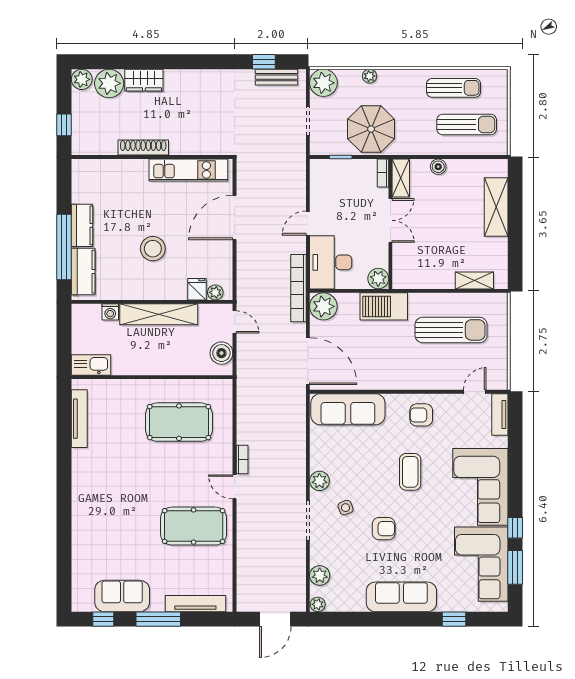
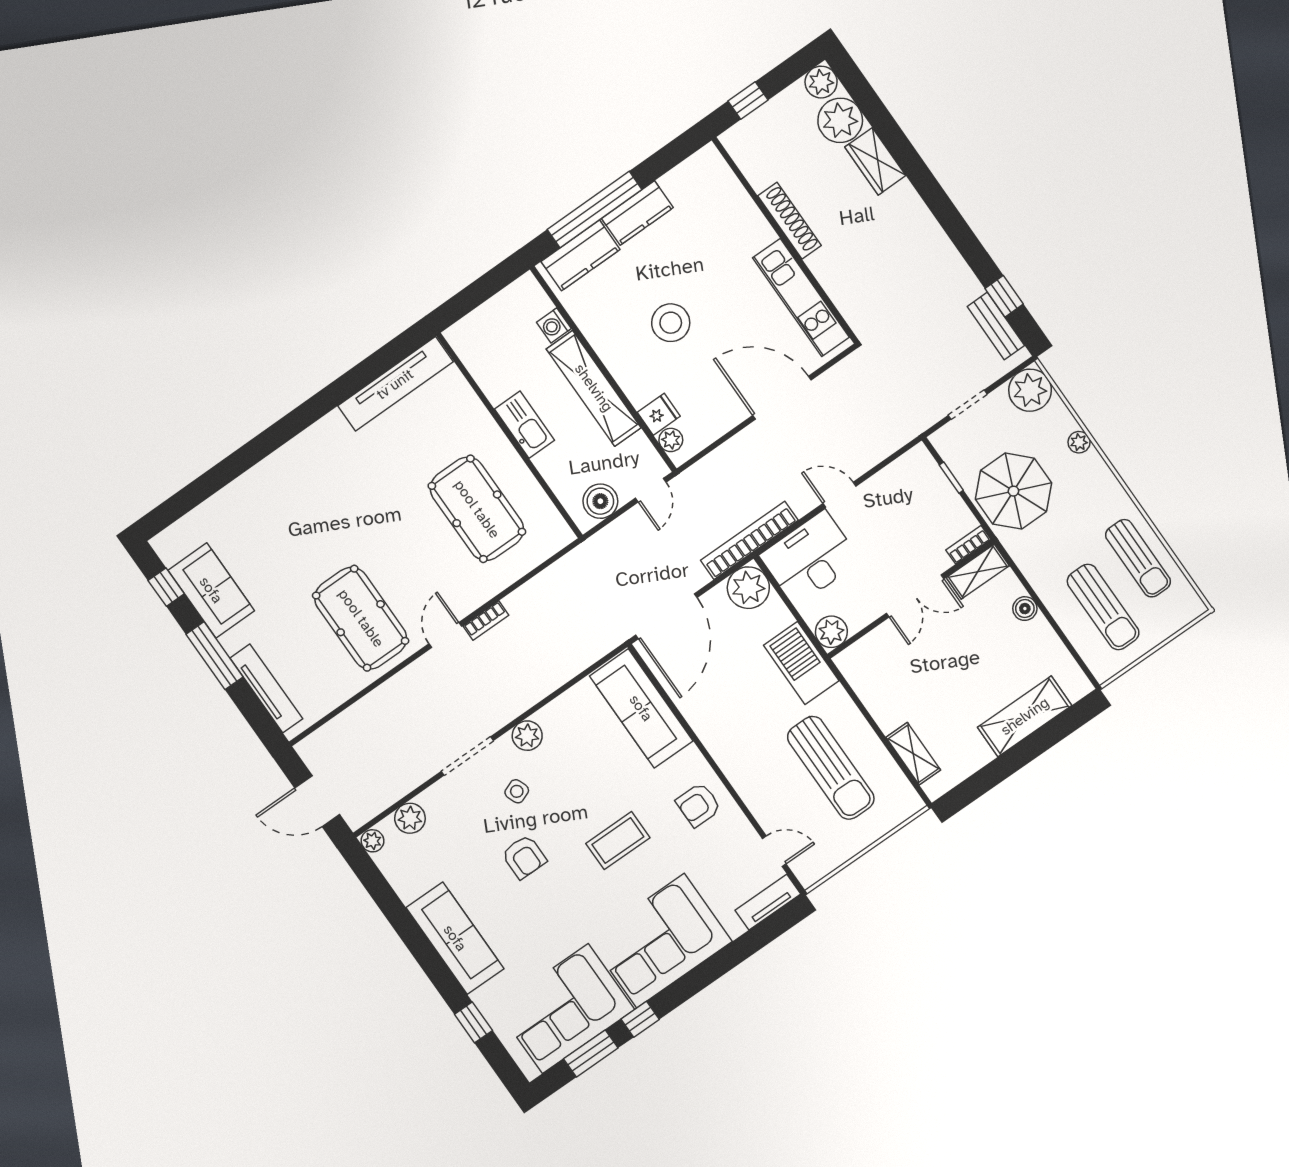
kitchen sink: (91, 365) -> (524, 425), moved
armchair: (421, 415) -> (698, 805), turned -90
tv unit: (79, 419) -> (395, 384), width x1.36, depth x1.29

